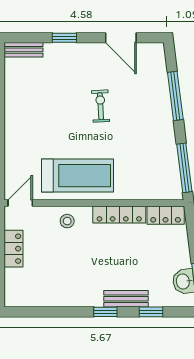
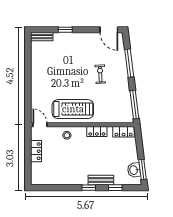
door: (121, 38) -> (109, 30), moved
exercise bike: (101, 106) -> (100, 74), moved
door: (20, 203) -> (40, 125), hinge flipped
locker: (119, 215) -> (97, 131), width x0.66

